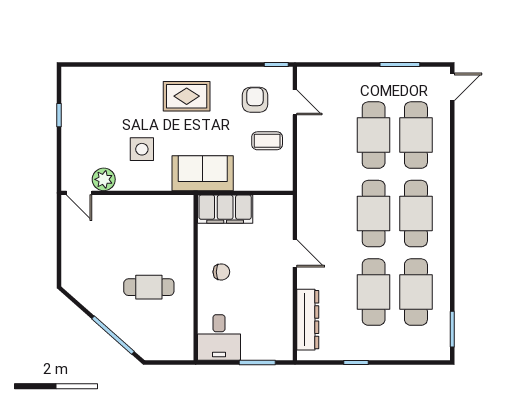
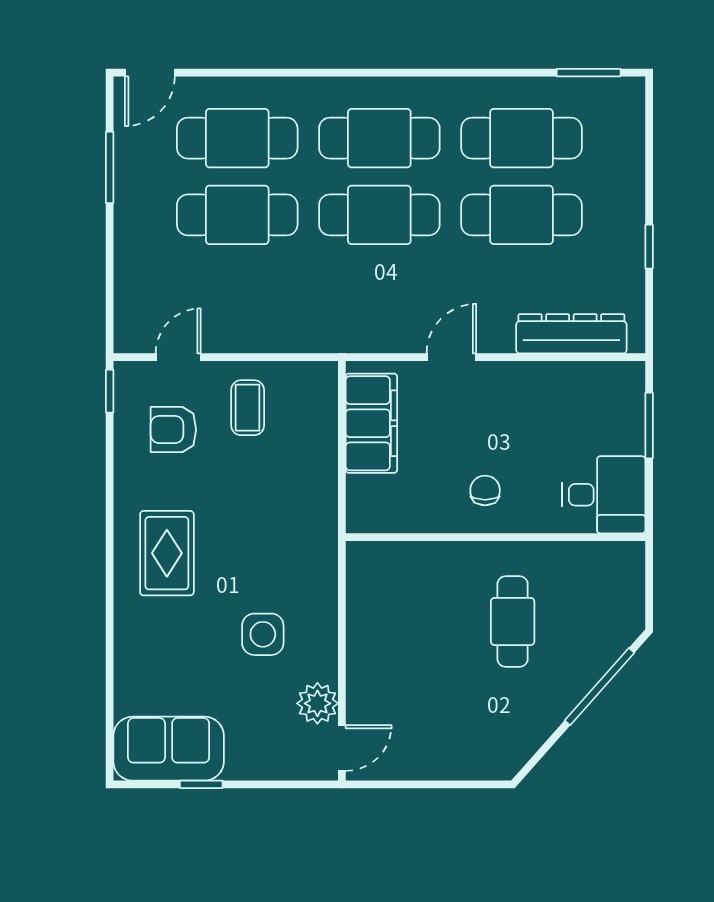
door: (452, 87) -> (150, 73), swing flipped
sofa: (203, 173) -> (169, 749), moved, turned 90
filing cabinet: (225, 209) -> (371, 423), moved

